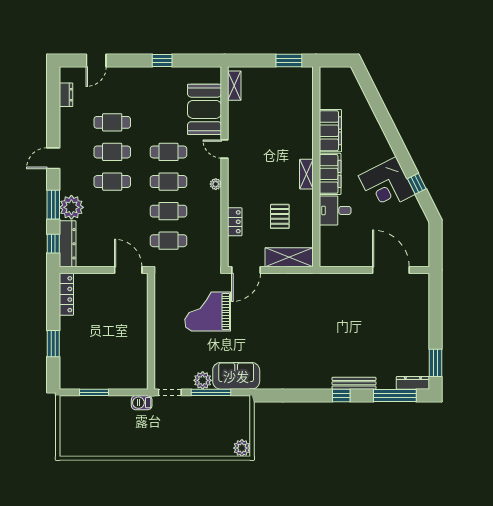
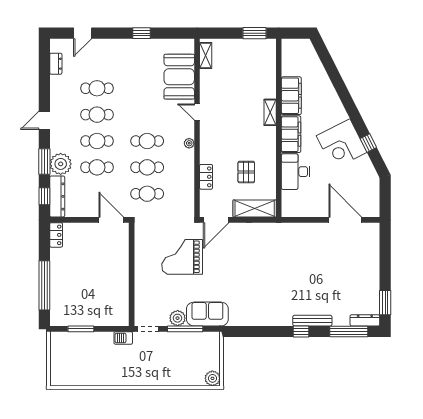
cafe table: (168, 152) -> (97, 167), moved
shelving: (306, 174) -> (270, 112), moved
desk: (335, 210) -> (296, 172), width x1.37
locker: (66, 294) -> (56, 235), width x0.66
window: (53, 344) -> (44, 285), width x2.11

